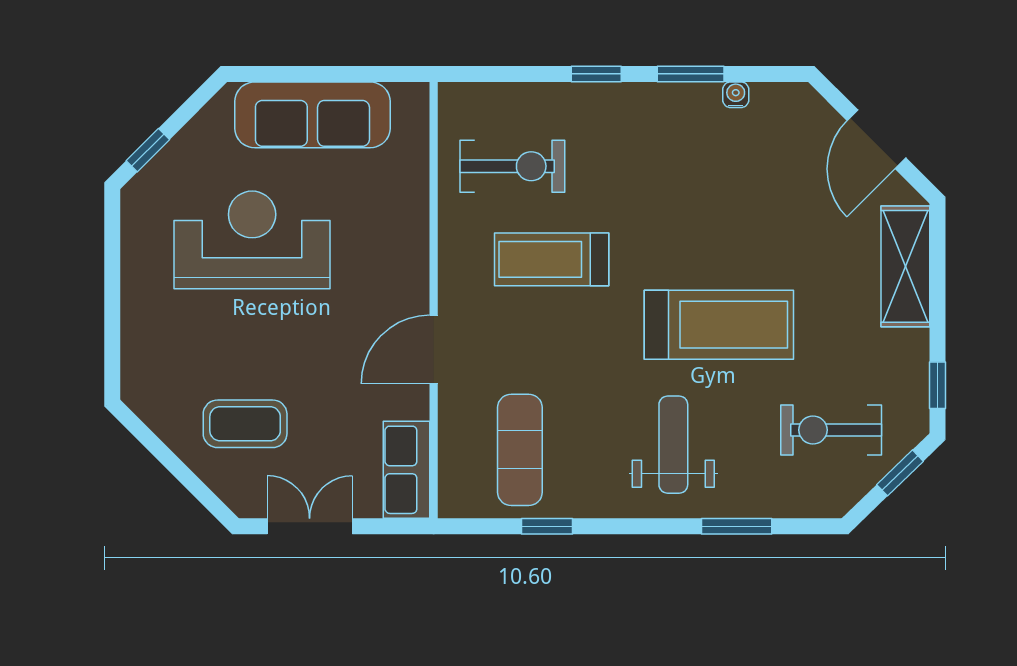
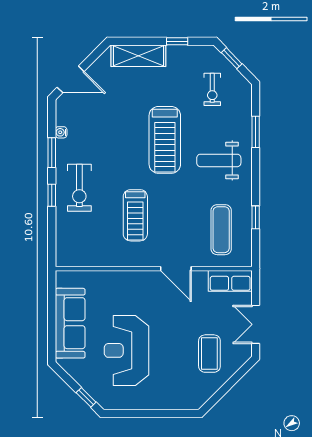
door: (876, 139) -> (71, 79), moved
exercise bike: (512, 166) -> (79, 188), moved, turned 180
treadmill: (719, 325) -> (165, 140), turned 180
window: (937, 385) -> (177, 41), moved
exercise bike: (831, 430) -> (212, 89), width x0.73, depth x0.72
exercise mat: (520, 450) -> (221, 230), turned 90

